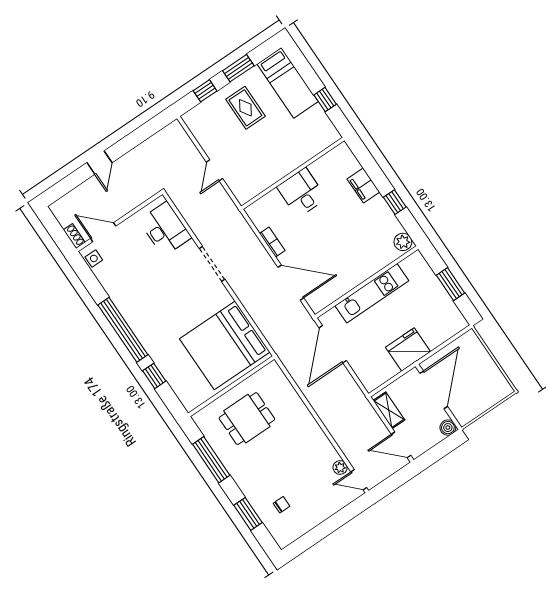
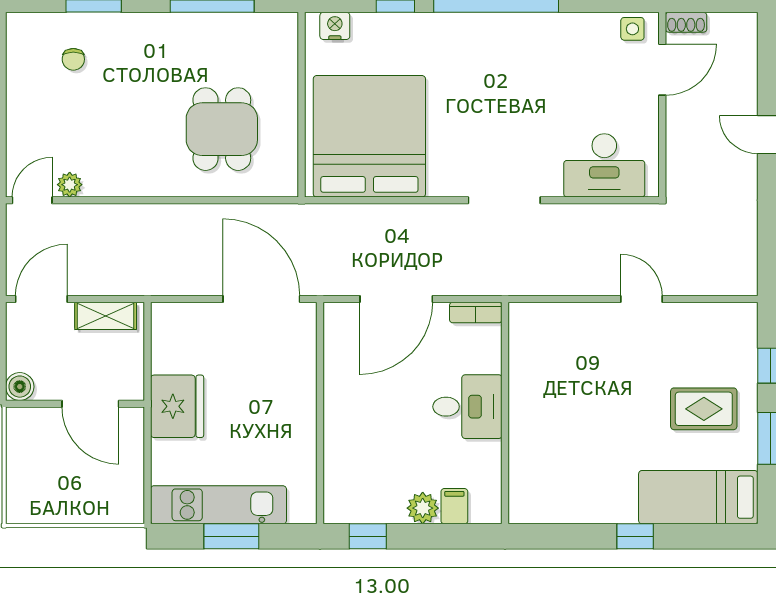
wall: (293, 173) -> (505, 413), moved
filing cabinet: (363, 185) -> (454, 506), width x0.50
desk: (302, 193) -> (467, 407), moved
window: (395, 202) -> (368, 536), moved
plant: (403, 242) -> (423, 508), moved
kitchen unit: (372, 293) -> (218, 505), moved, turned 90
door: (434, 390) -> (90, 404), width x0.73
nightstand: (185, 396) -> (335, 26), added
dining table: (247, 419) -> (222, 129), moved

